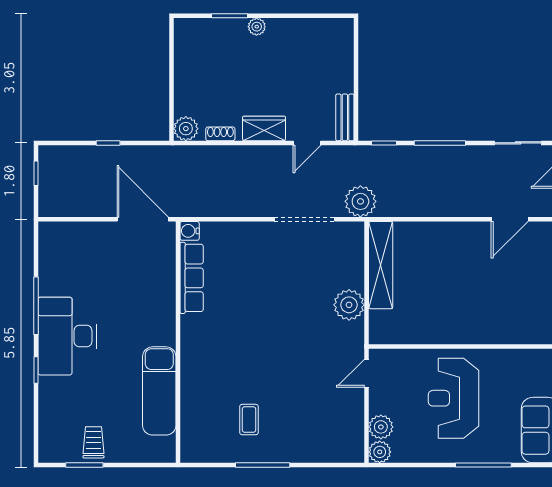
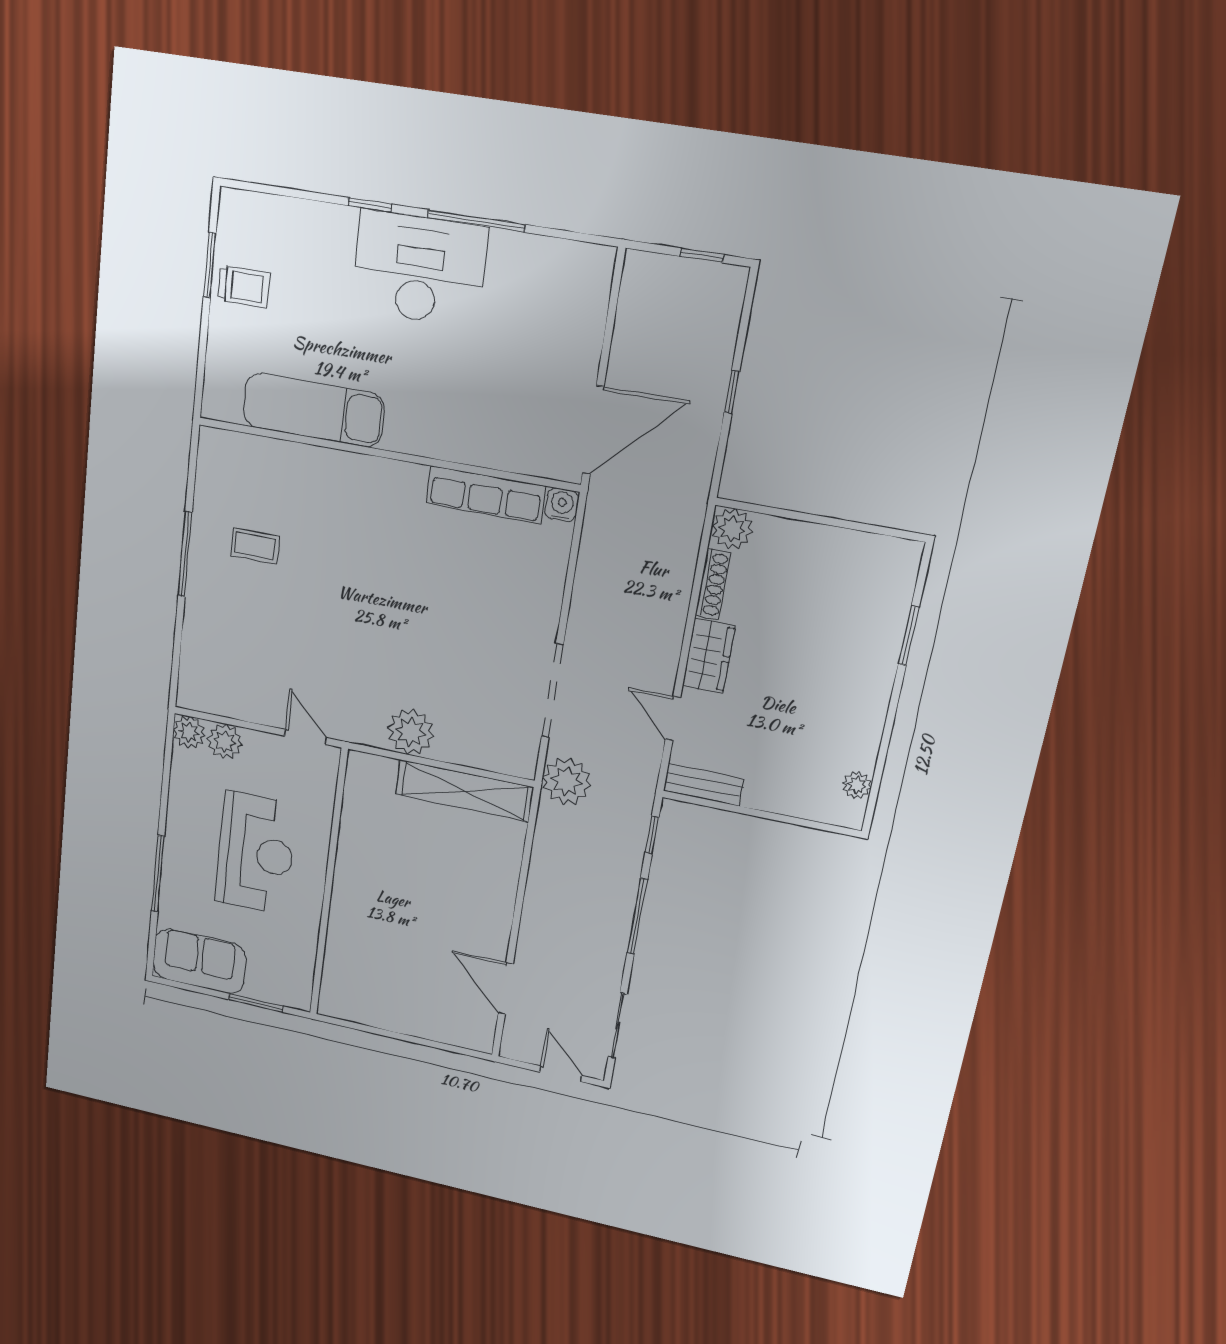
plant: (257, 27) -> (857, 785), moved
shoe rack: (220, 134) -> (713, 584), width x1.43
reception desk: (453, 398) -> (256, 853), turned 90

